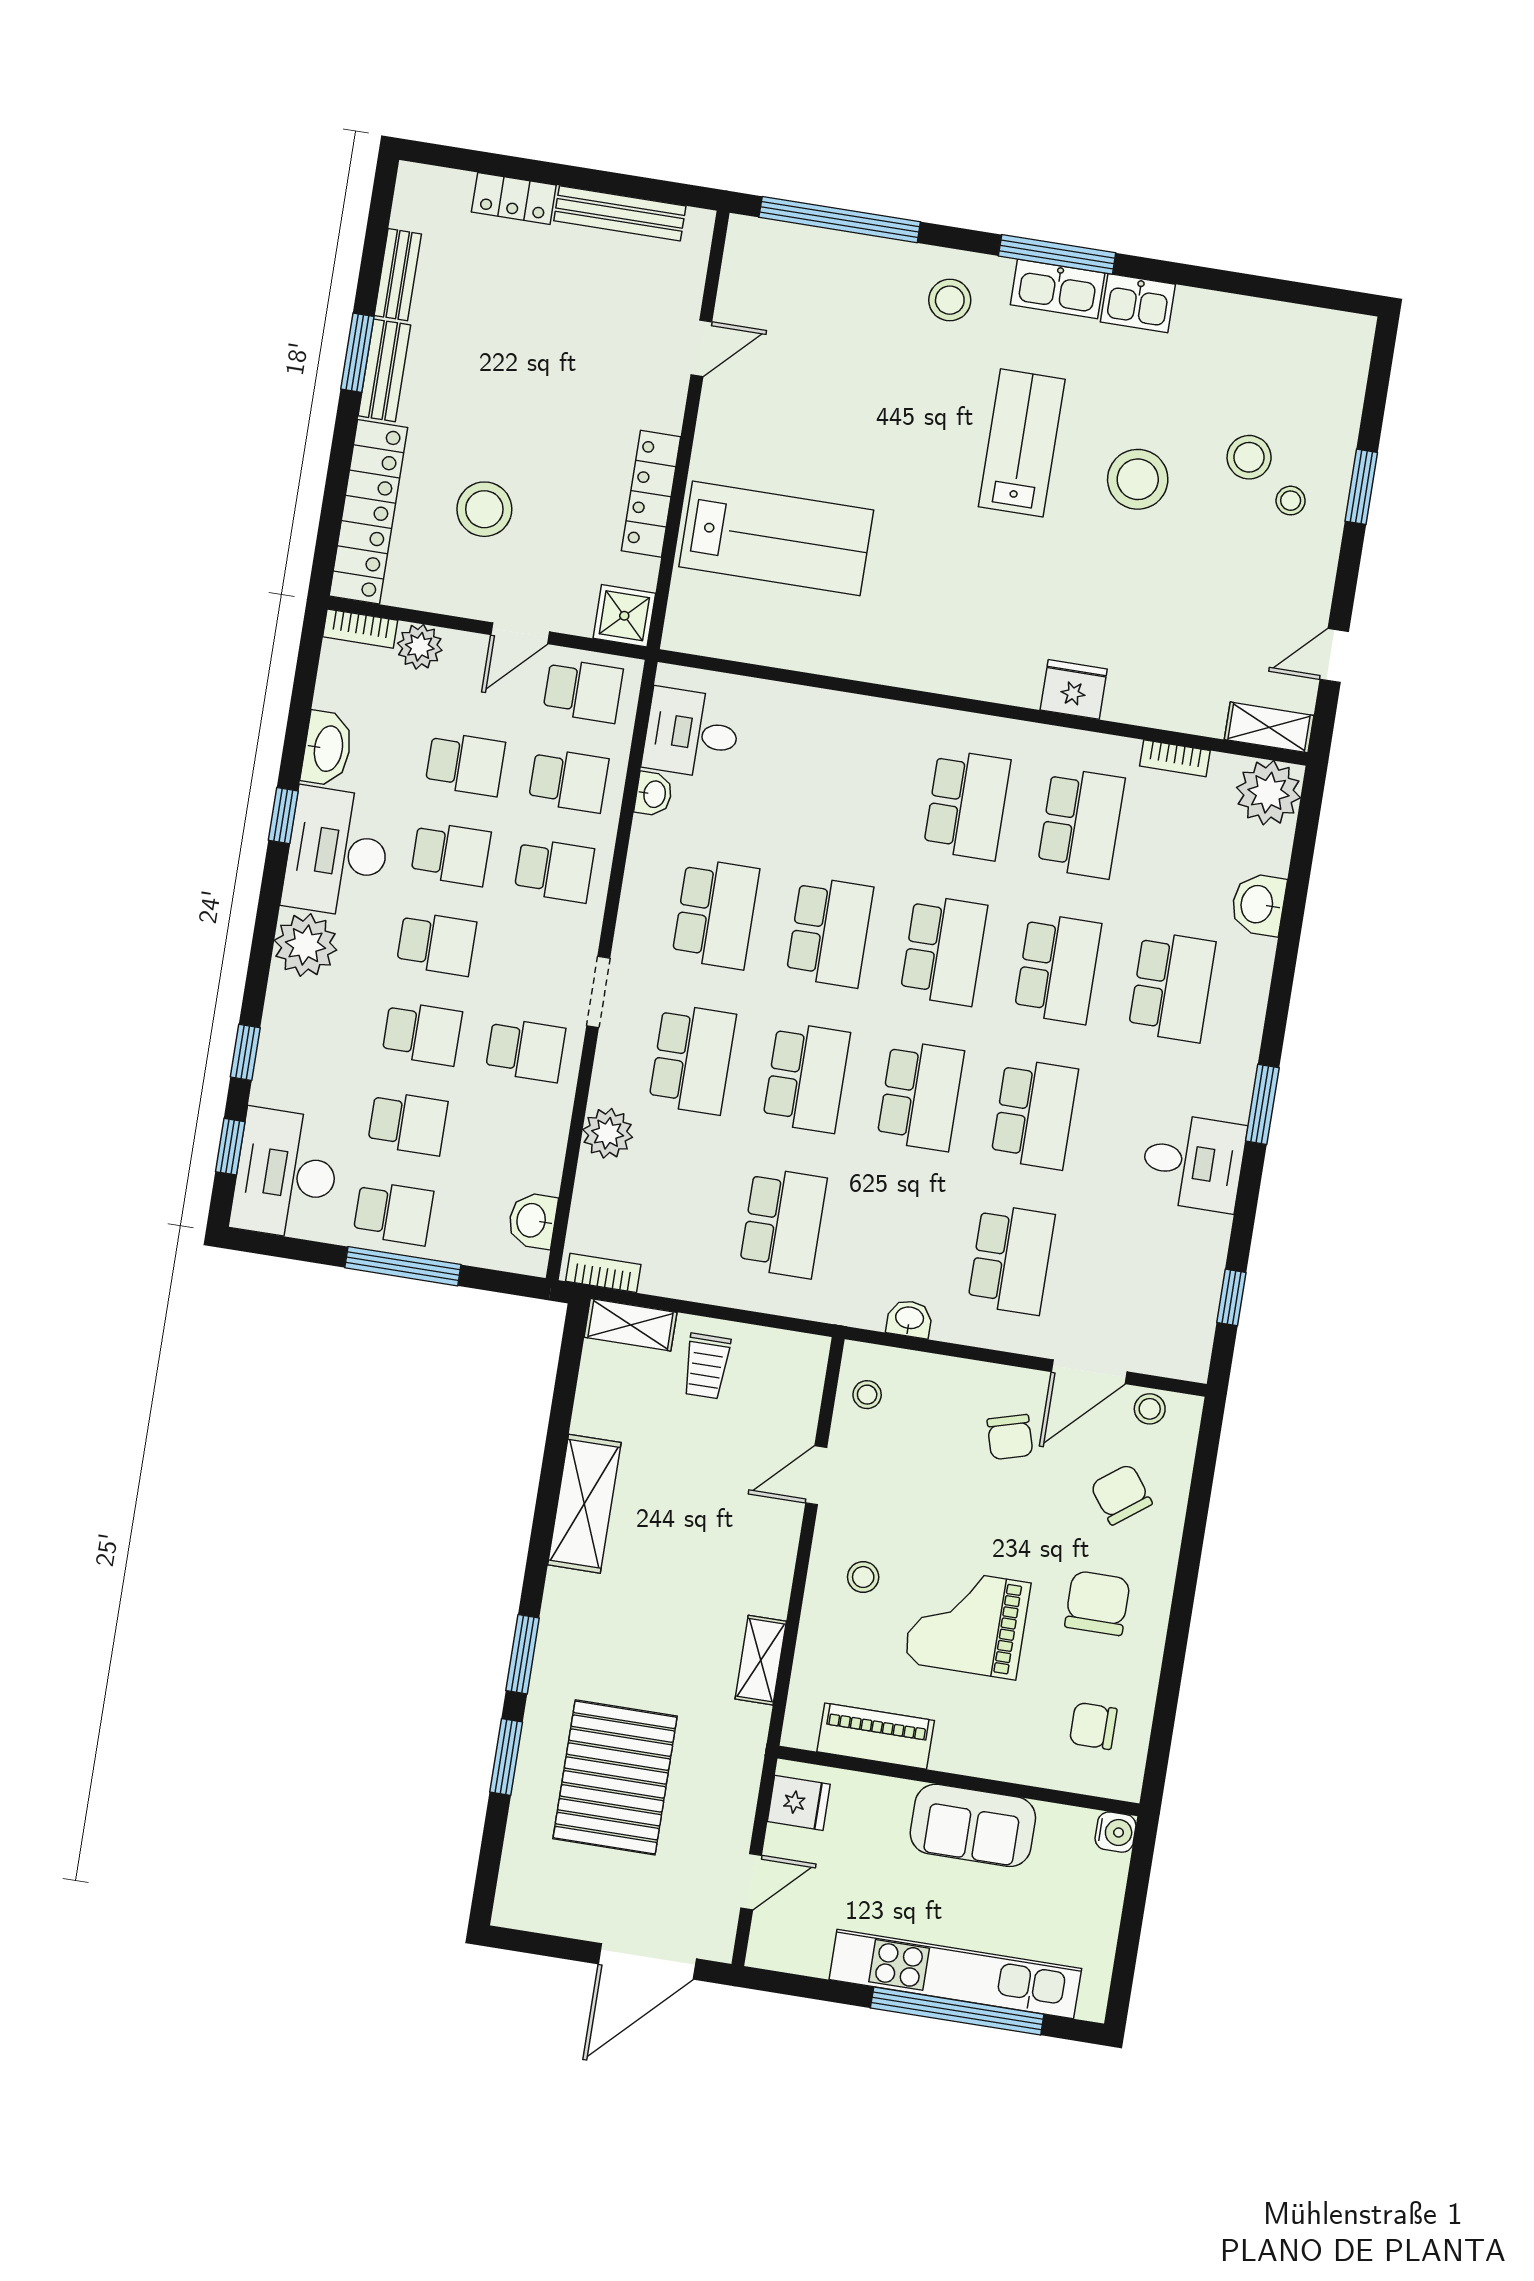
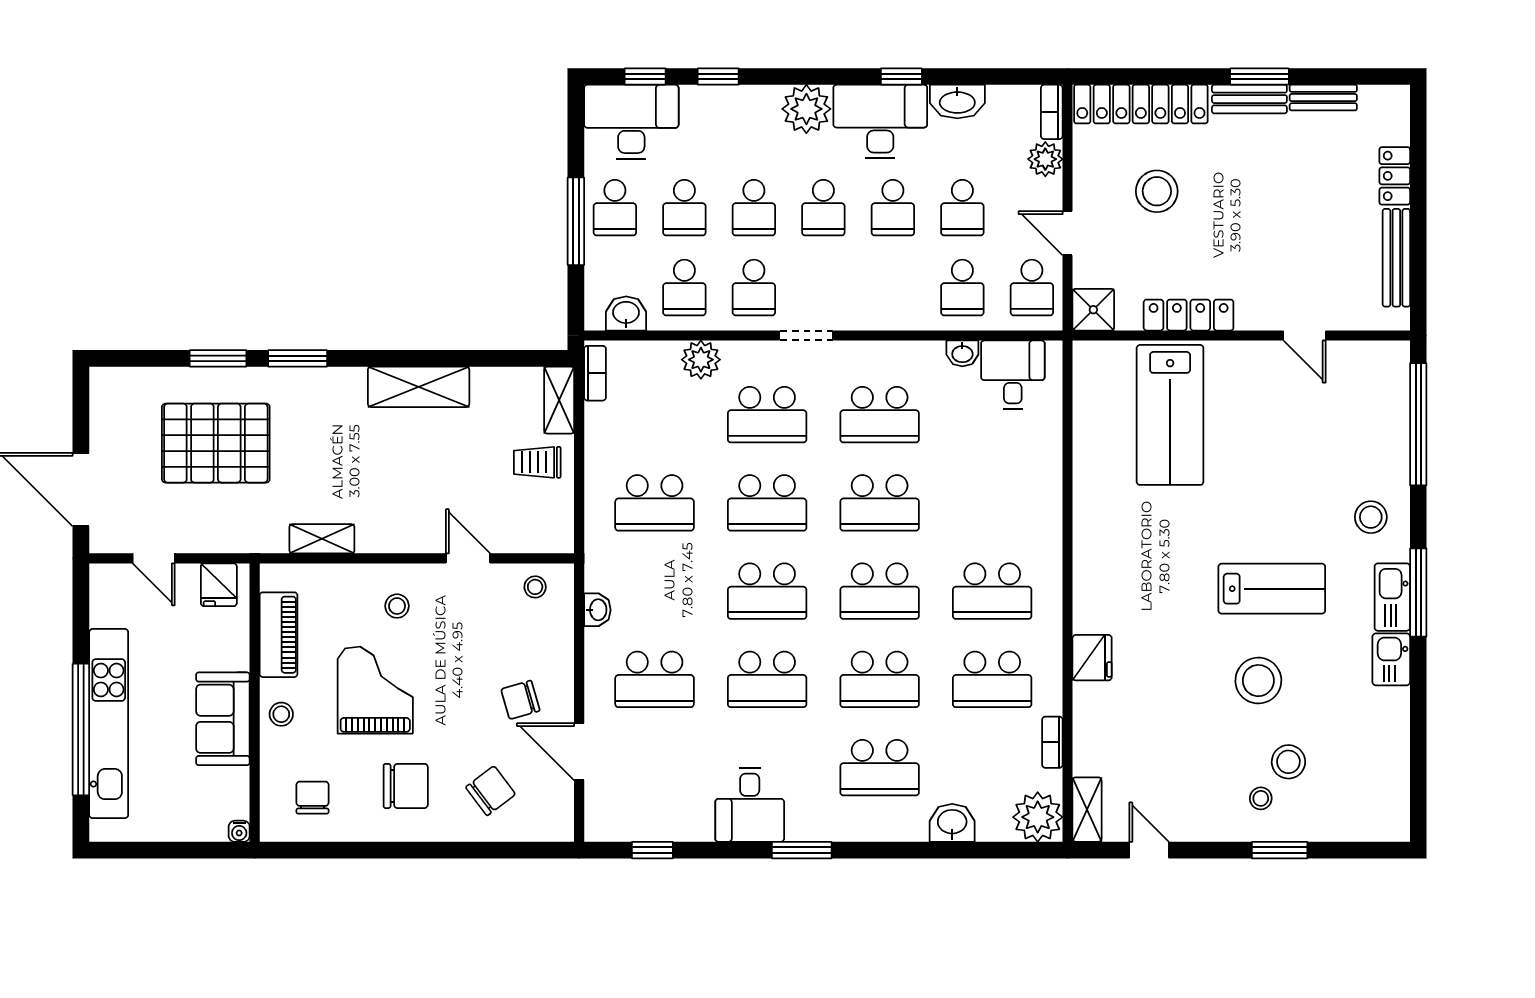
school desk: (554, 870) -> (684, 288), moved
stool: (1150, 1409) -> (281, 714), moved
water cooler: (1116, 1832) -> (239, 831), width x0.72, depth x0.72

